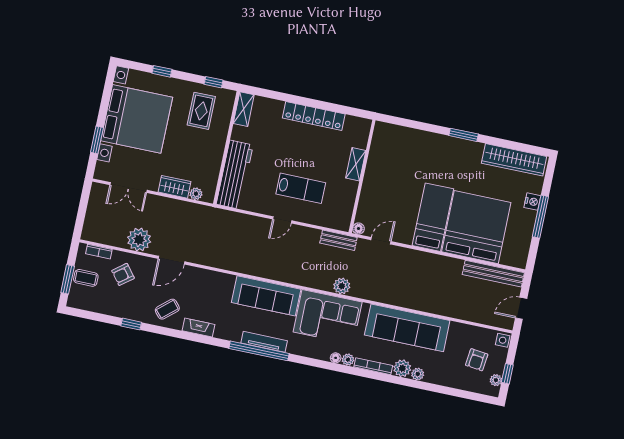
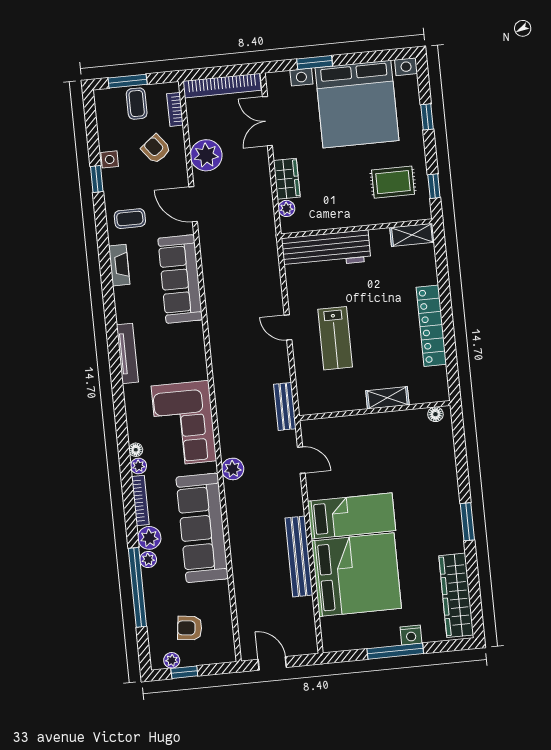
bookcase: (92, 212) -> (222, 86), added
floor lamp: (358, 229) -> (435, 414), moved
bench: (493, 274) -> (299, 557), moved
plant: (342, 286) -> (233, 469), moved
sofa: (266, 296) -> (180, 279), moved
coffee table: (167, 309) -> (130, 219), turned -49
side table: (503, 340) -> (110, 159), moved
window: (259, 351) -> (137, 587), moved

